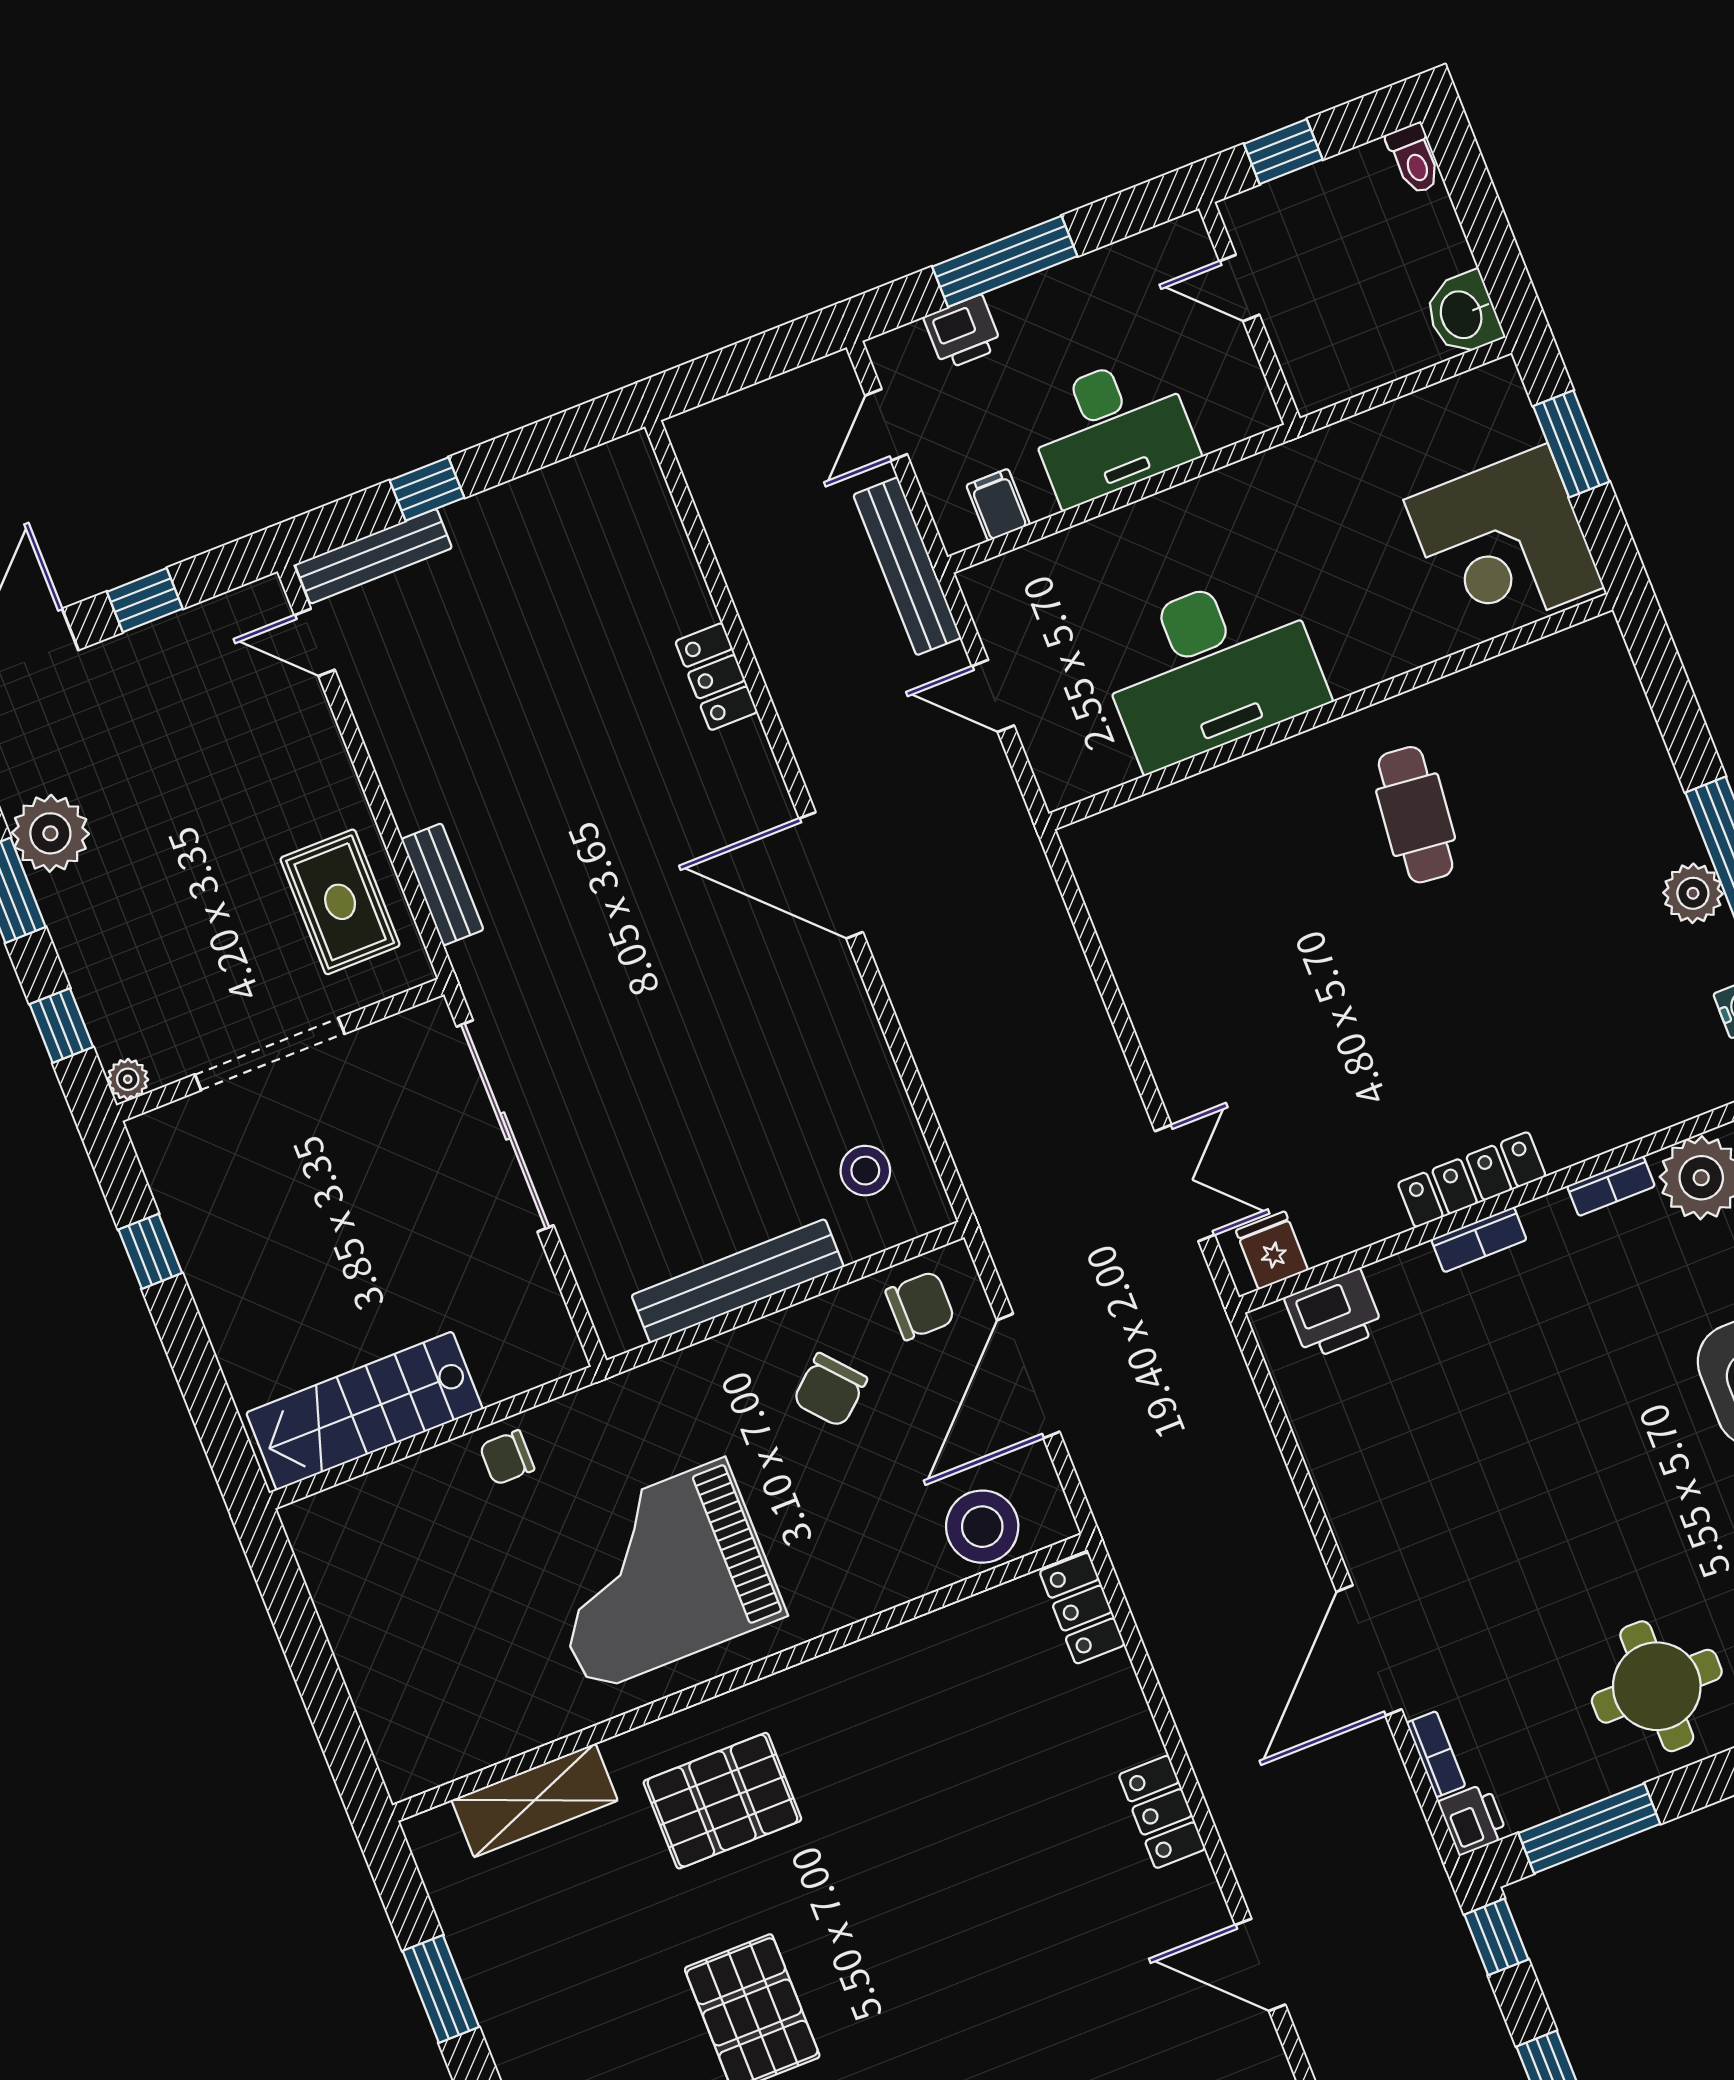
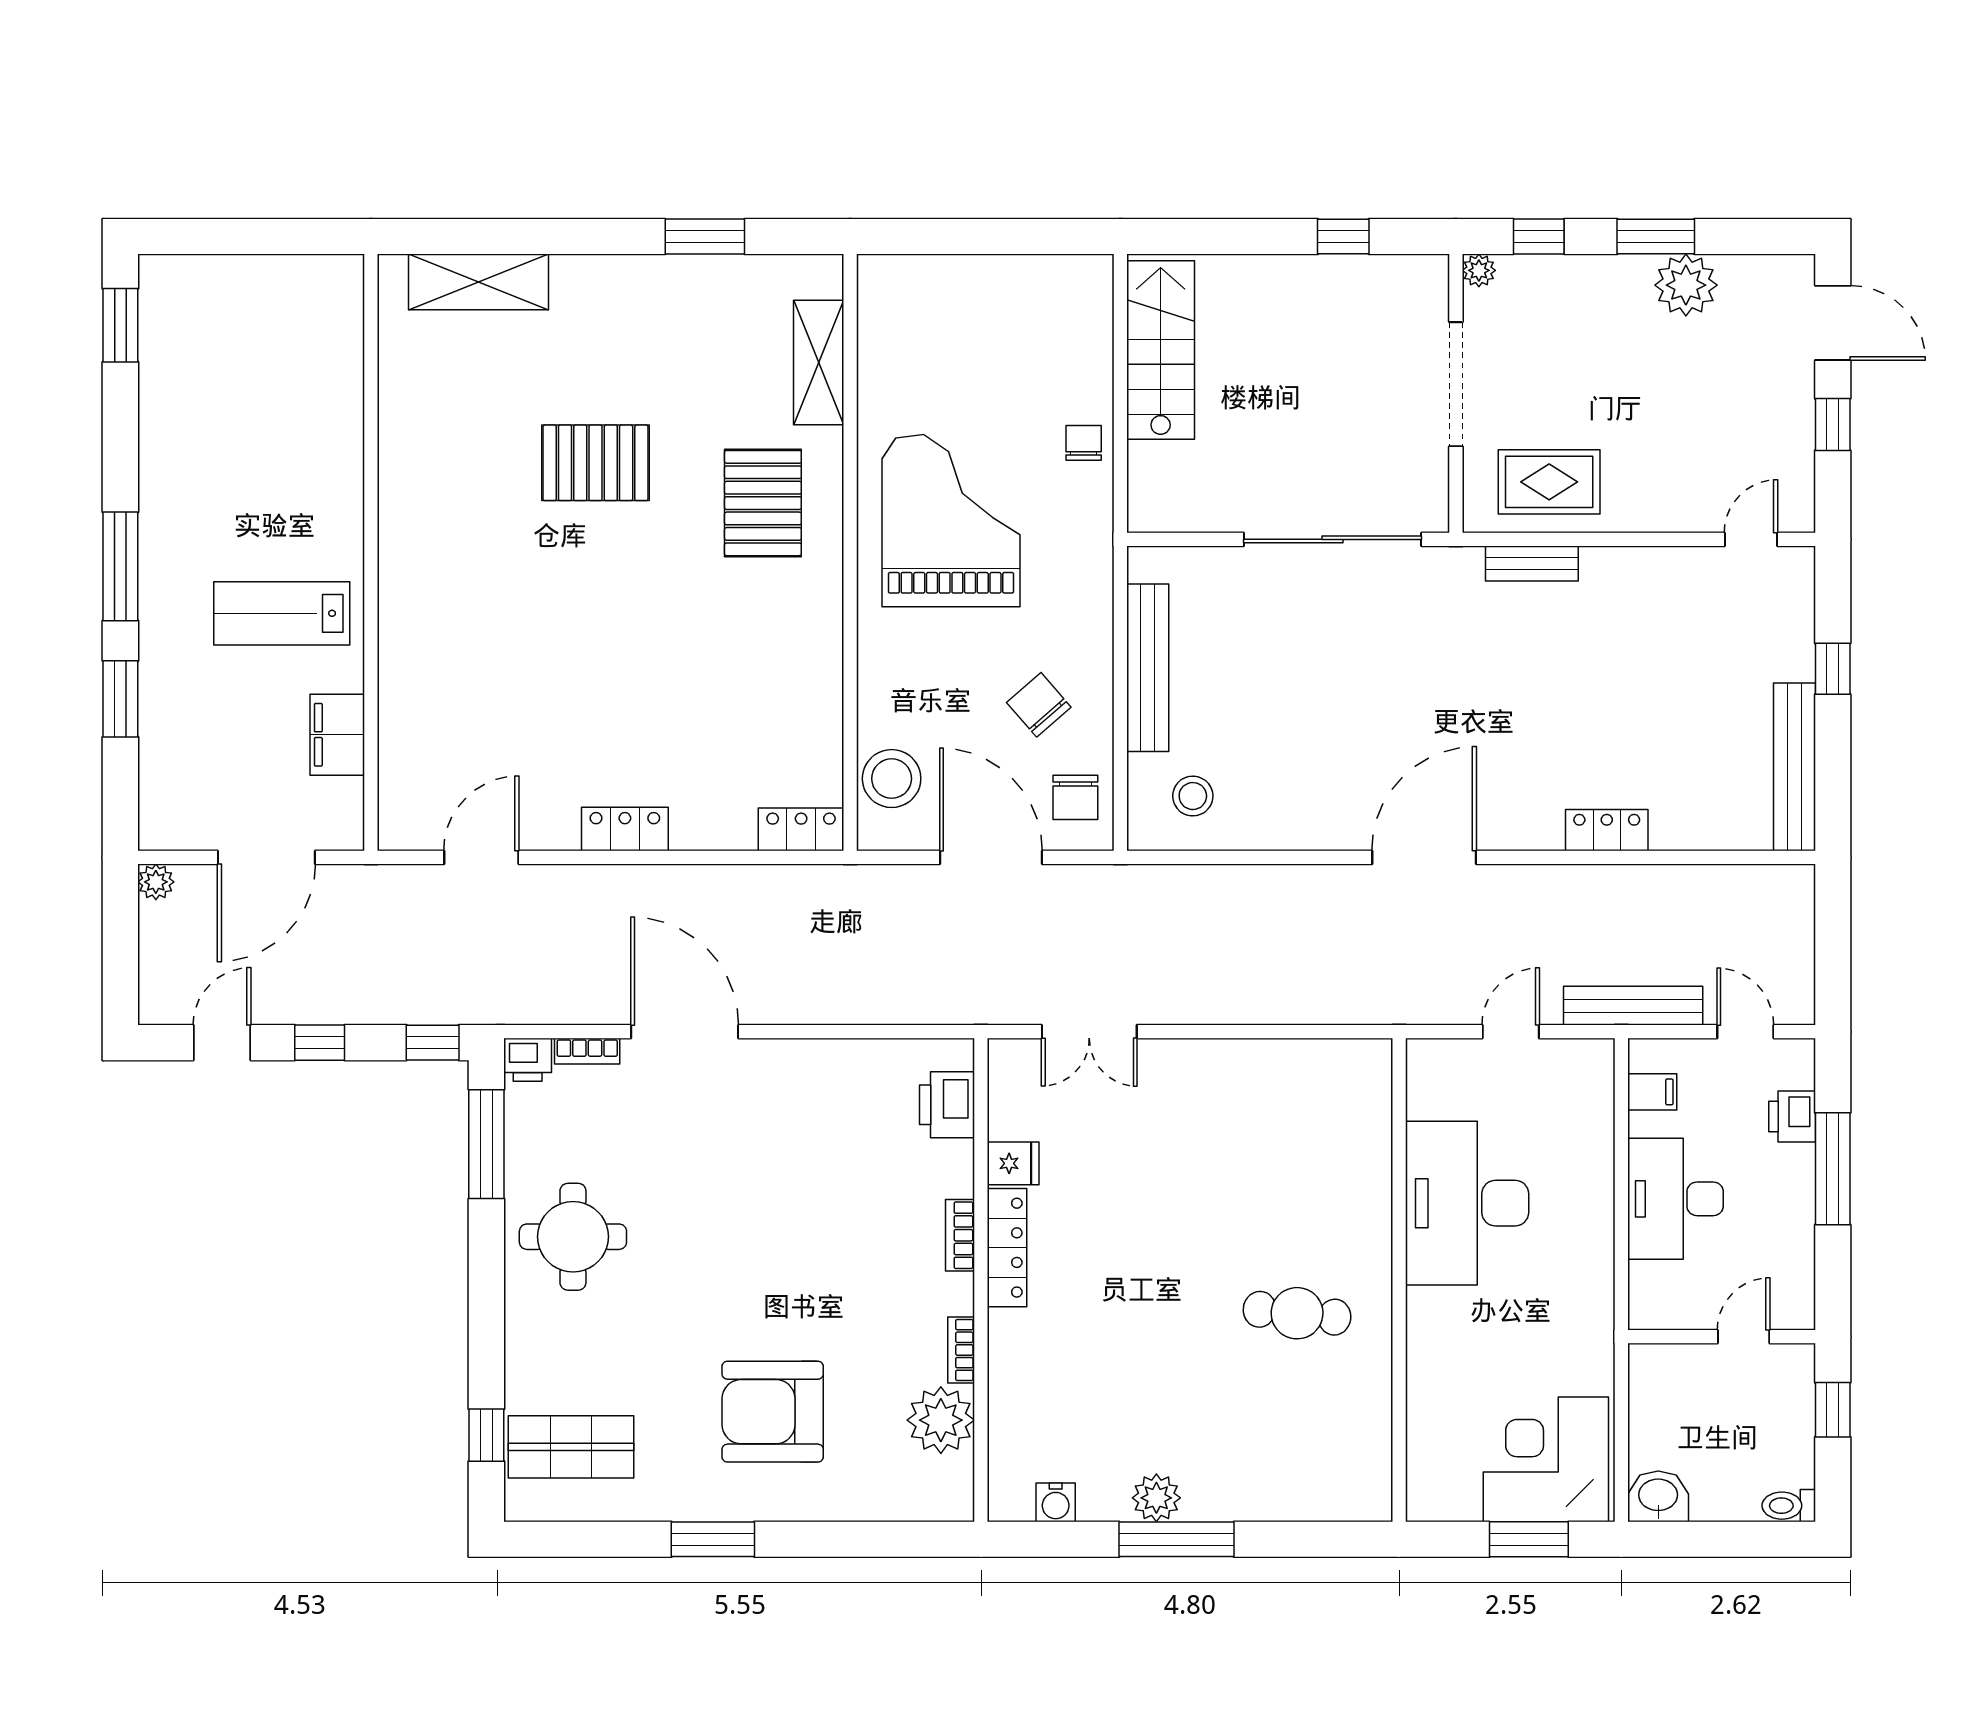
corner desk: (1504, 544) -> (1546, 1459), moved
bench: (373, 556) -> (1794, 767), moved, width x1.37, depth x1.21
fridge: (1272, 1250) -> (1013, 1163), moved

